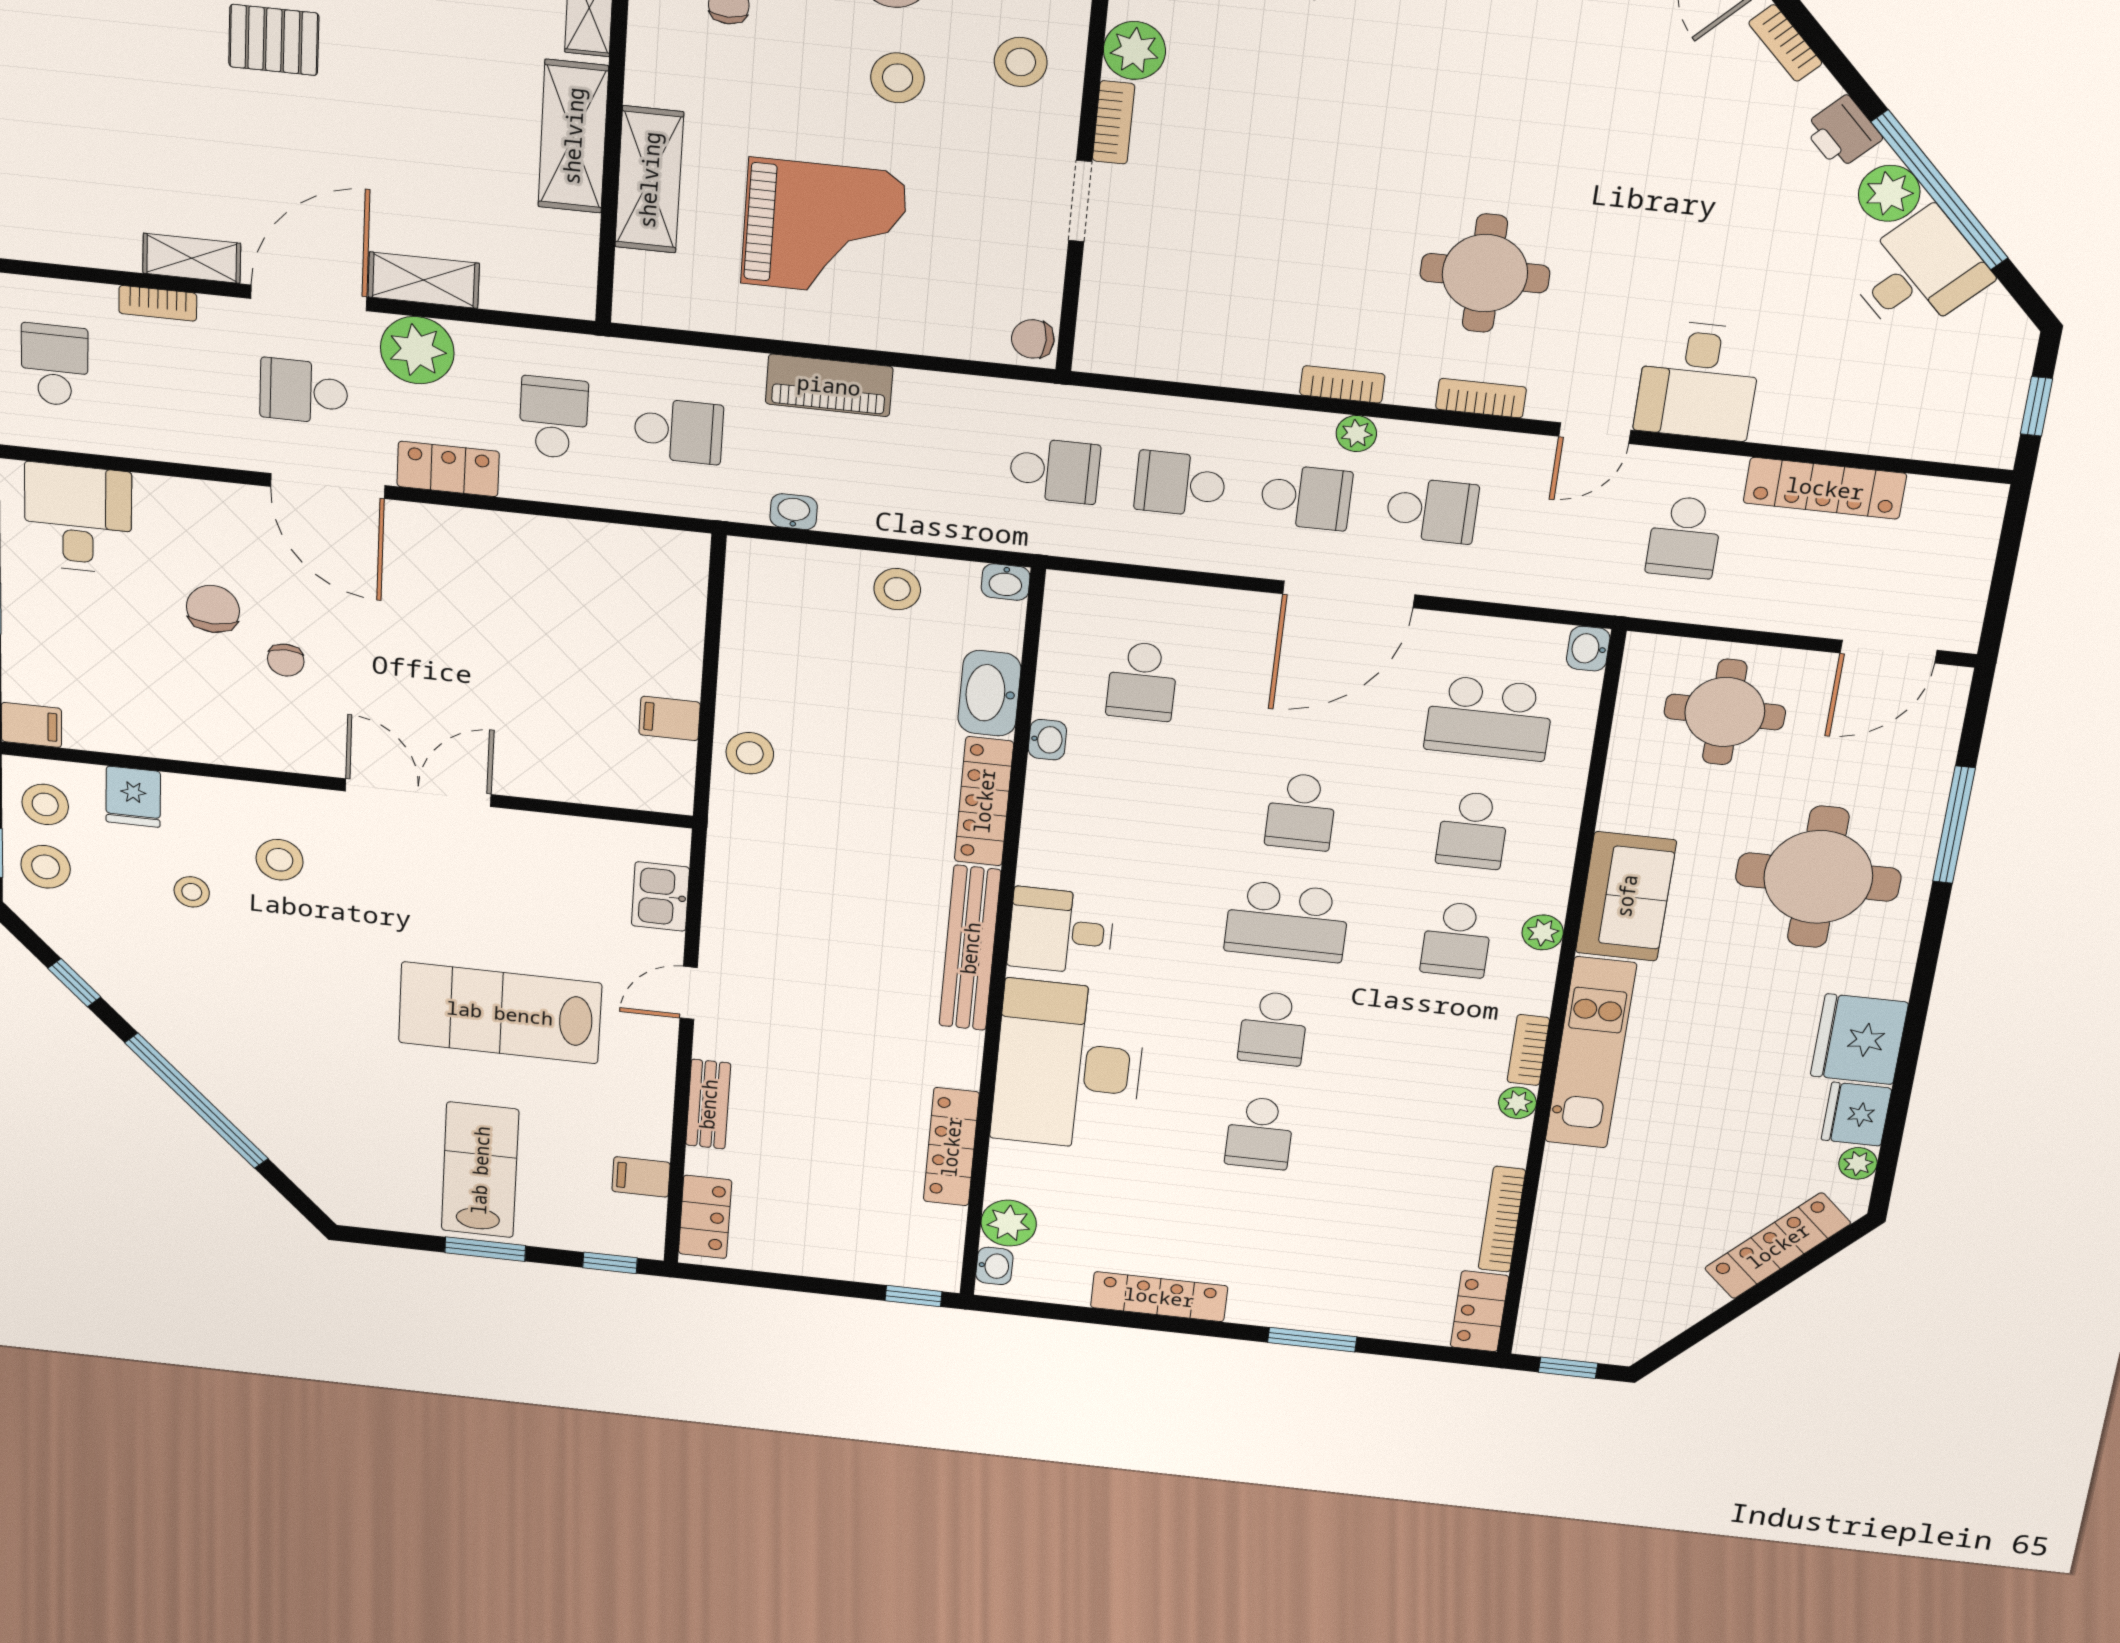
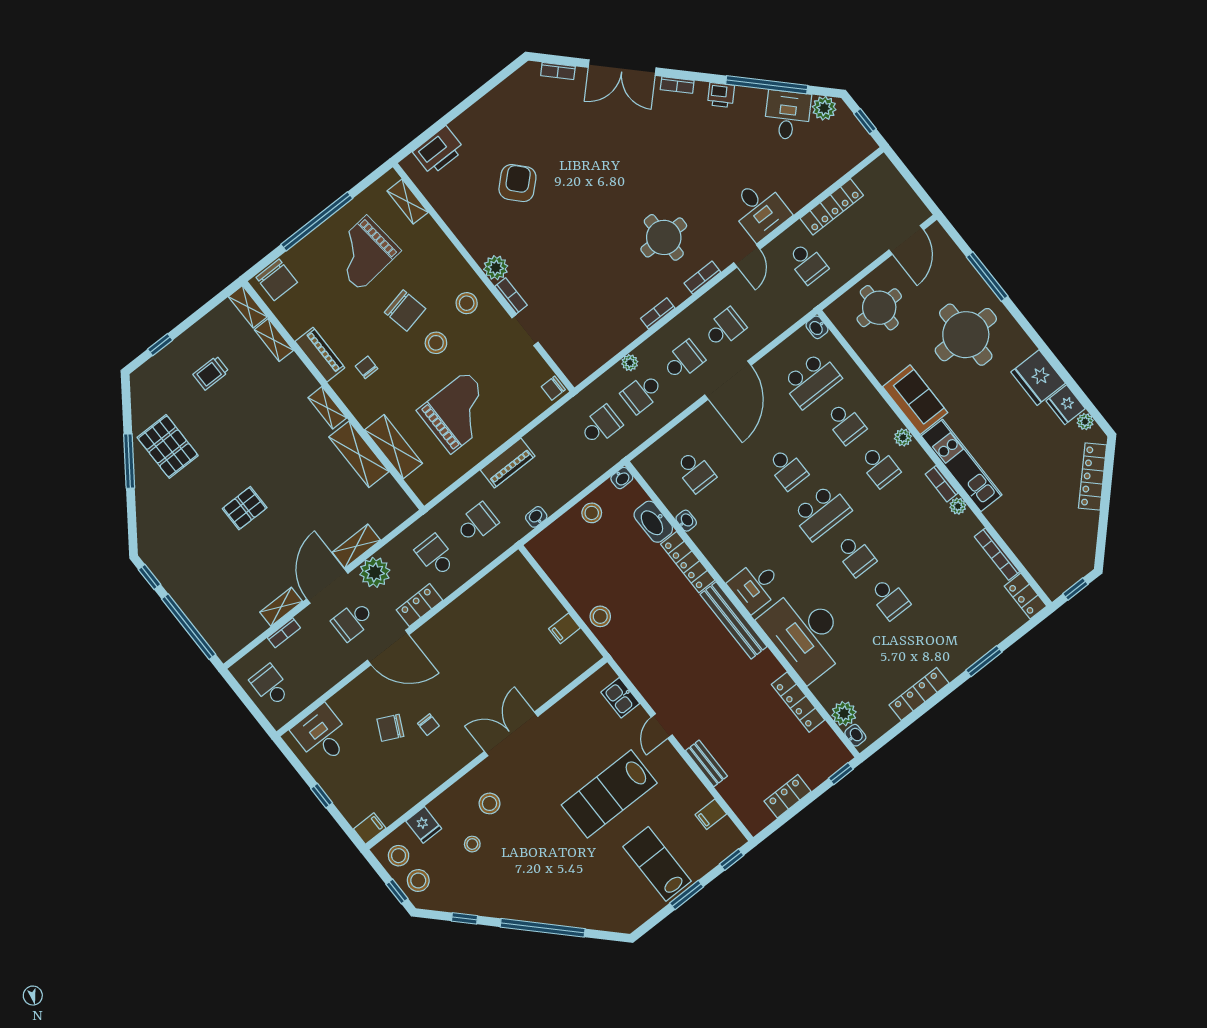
plant: (1889, 193) -> (824, 108), moved
plant: (1356, 434) -> (630, 363), moved
chair: (213, 609) -> (390, 728), turned -64
locker: (705, 1217) -> (788, 796), moved, turned -90

